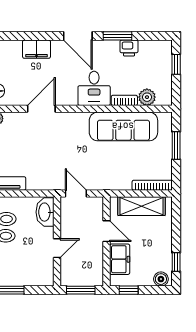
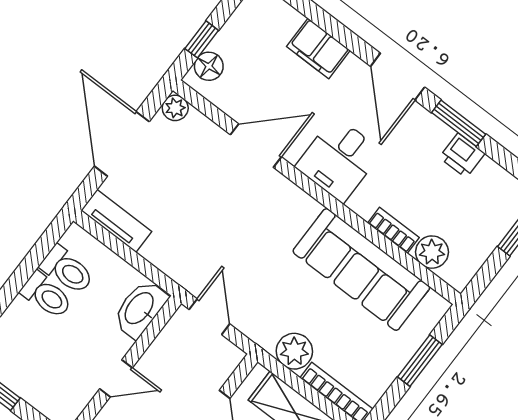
desk: (94, 88) -> (339, 159), moved
plant: (122, 181) -> (294, 351), added

